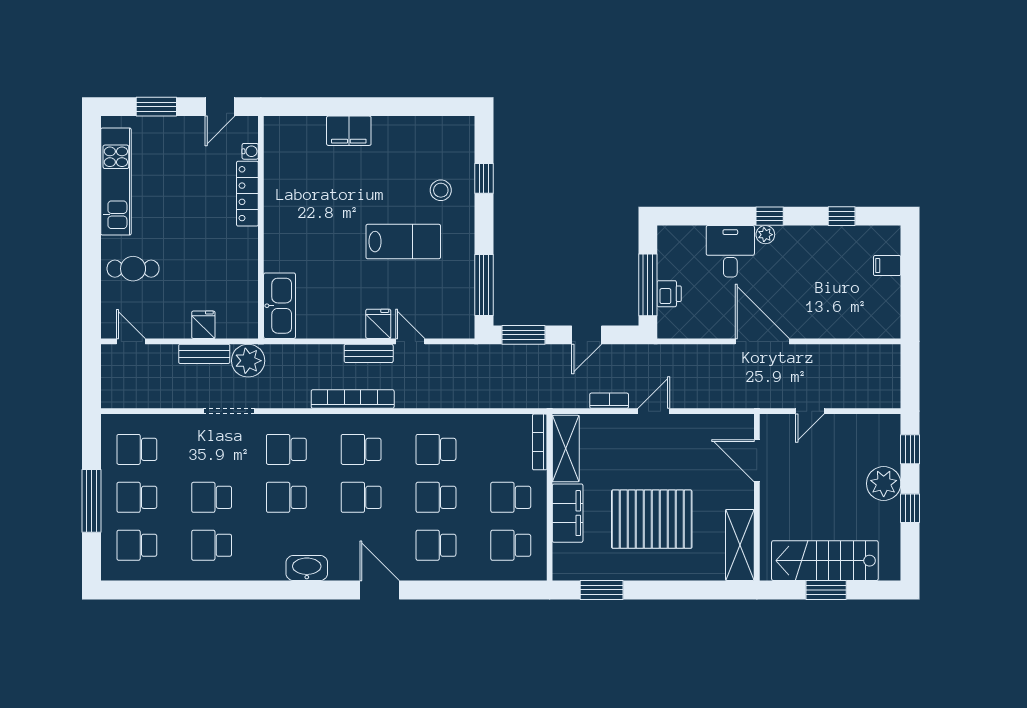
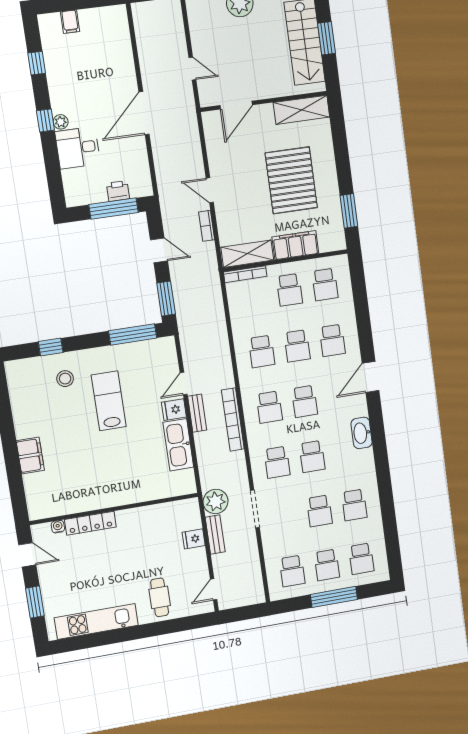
kitchen sink: (280, 306) -> (178, 445), moved, turned -90

